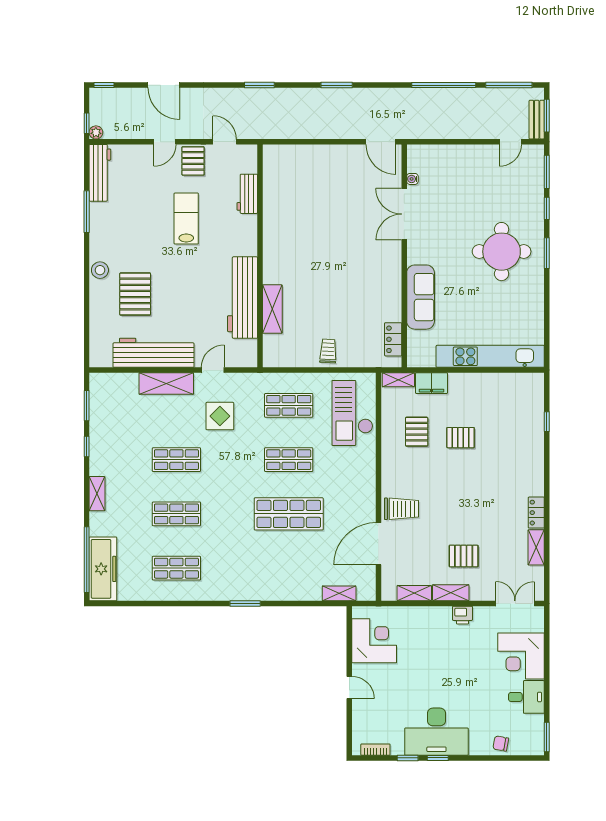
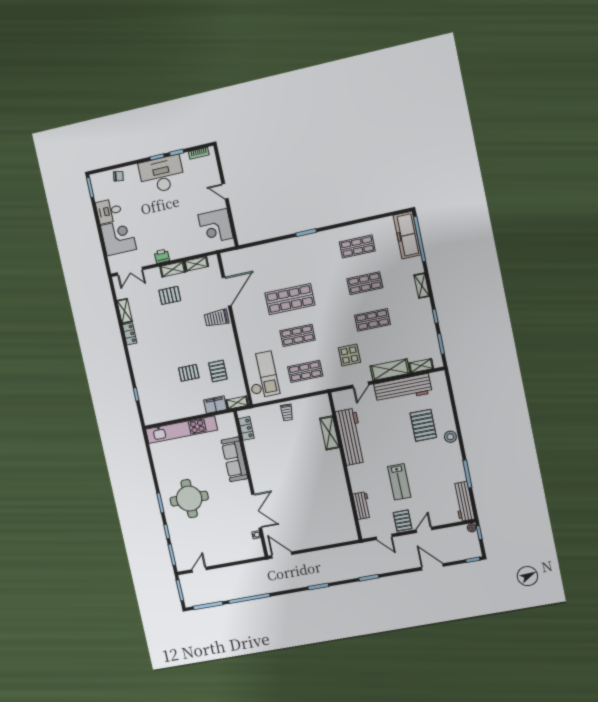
bench: (537, 120) -> (186, 587), removed
shelving: (339, 593) -> (421, 366), moved

